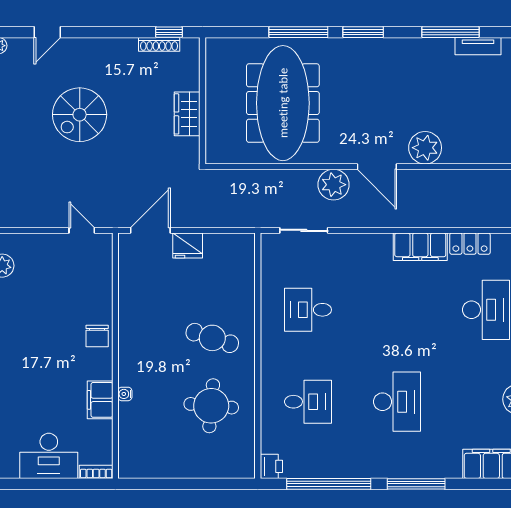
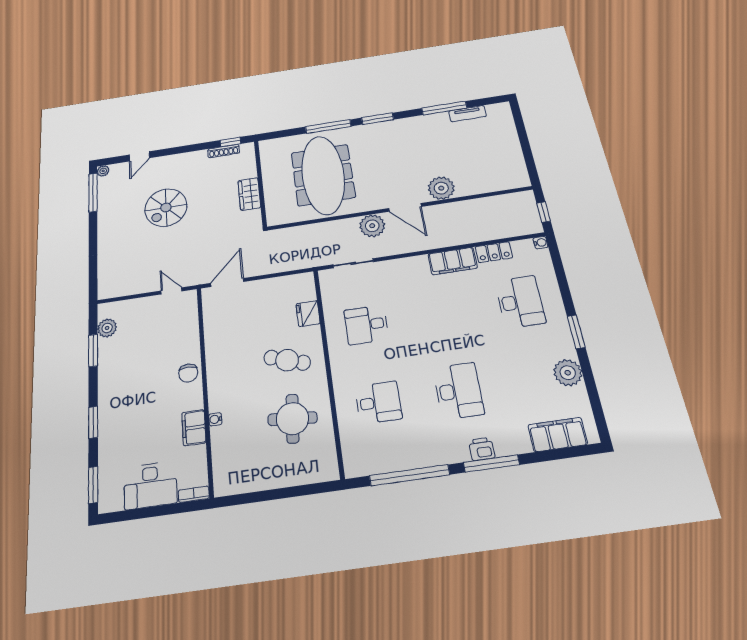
fridge: (188, 246) -> (308, 314), moved, turned 90
printer: (271, 466) -> (482, 449), moved, turned -90

